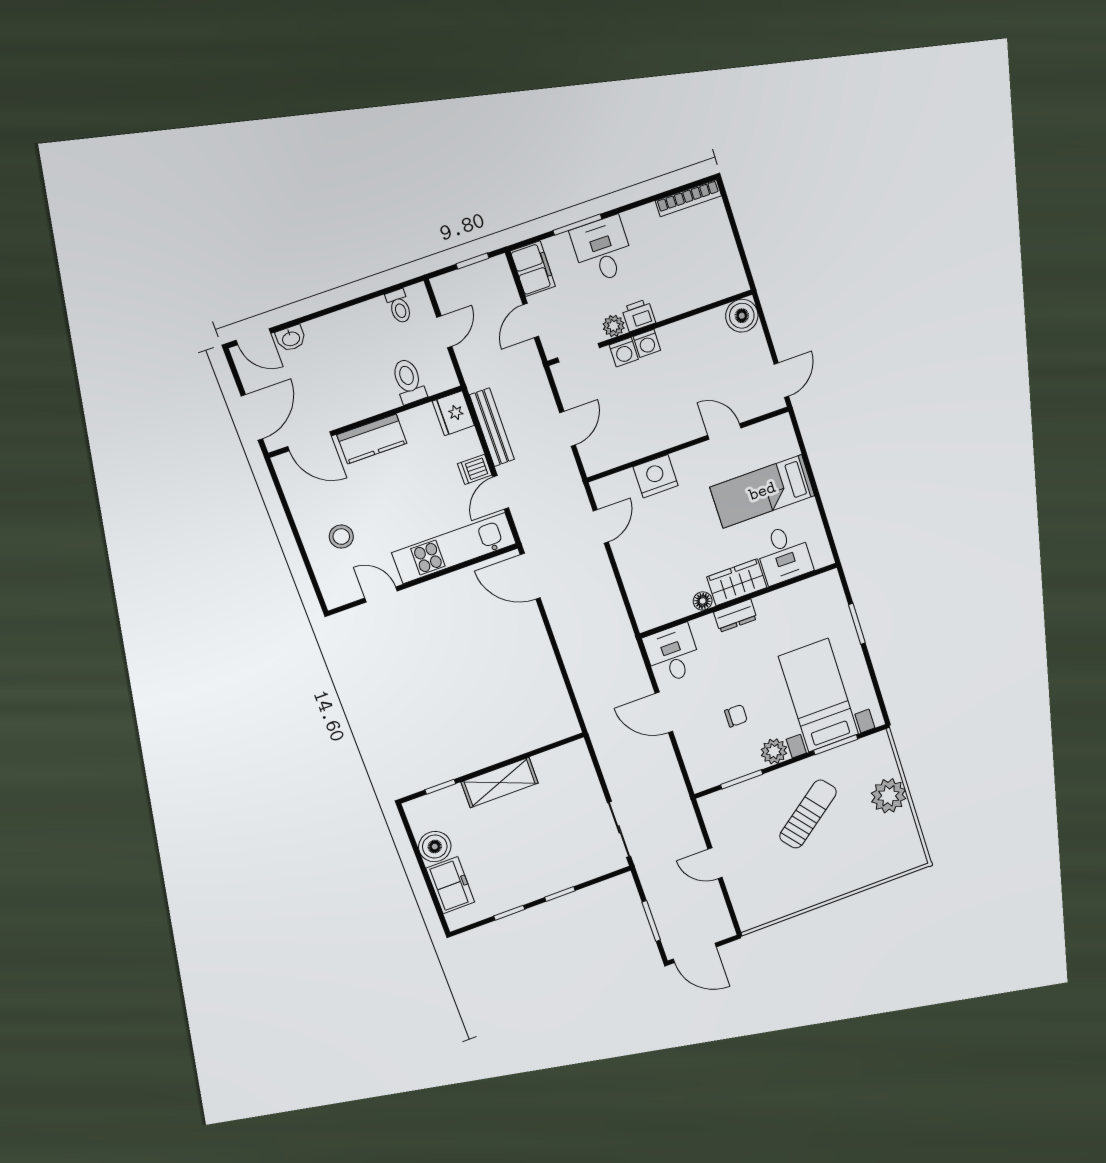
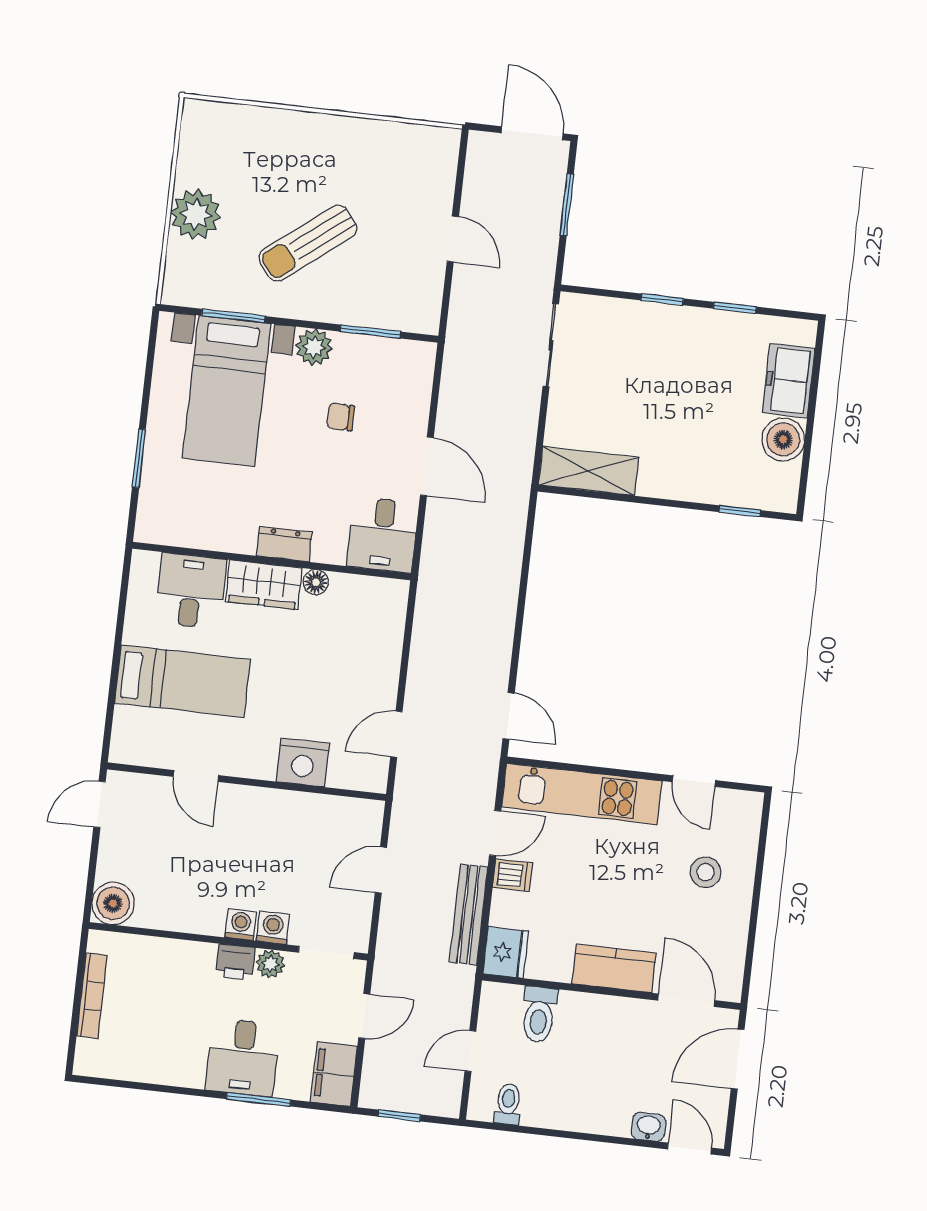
bookcase: (688, 198) -> (92, 996), moved, turned 90
door: (530, 576) -> (509, 716), width x0.73
shelving: (500, 783) -> (589, 471), moved

